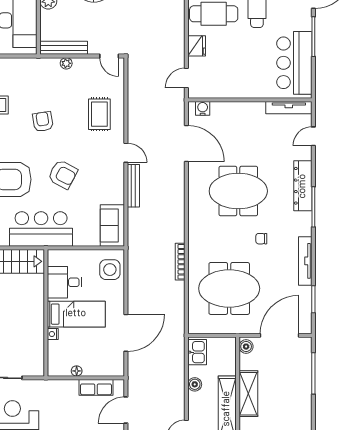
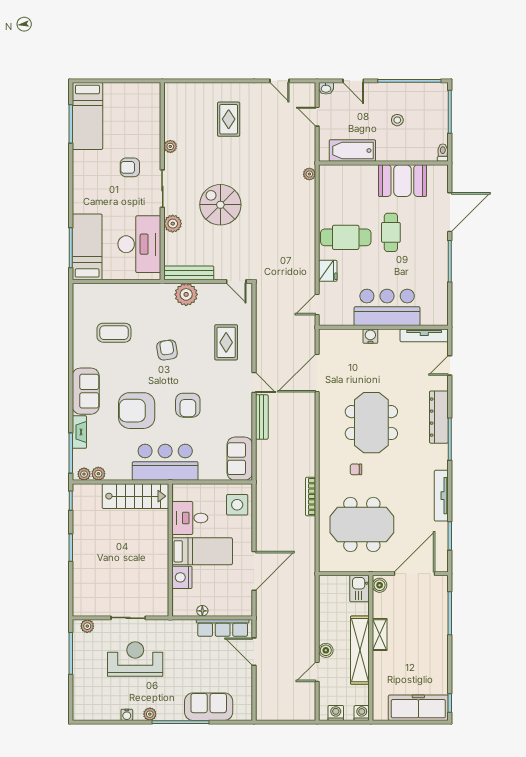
plant: (66, 63) -> (186, 294), width x1.88, depth x1.88
bar counter: (294, 63) -> (387, 307), moved, turned 90
water cooler: (203, 108) -> (370, 336), moved
door: (186, 144) -> (317, 373), swing flipped
armchair: (63, 174) -> (188, 405), turned 62
meeting table: (238, 191) -> (371, 423), turned 90
chair: (261, 239) -> (356, 469), moved
nightstand: (53, 334) -> (182, 577), width x1.89, depth x1.79
kitchen sink: (197, 352) -> (360, 589), moved, turned 180
boiler: (195, 384) -> (326, 650), moved
row of seats: (96, 387) -> (223, 628), width x1.48
shelving: (248, 394) -> (380, 635), width x0.67, depth x0.75
door: (126, 410) -> (254, 652), hinge flipped

